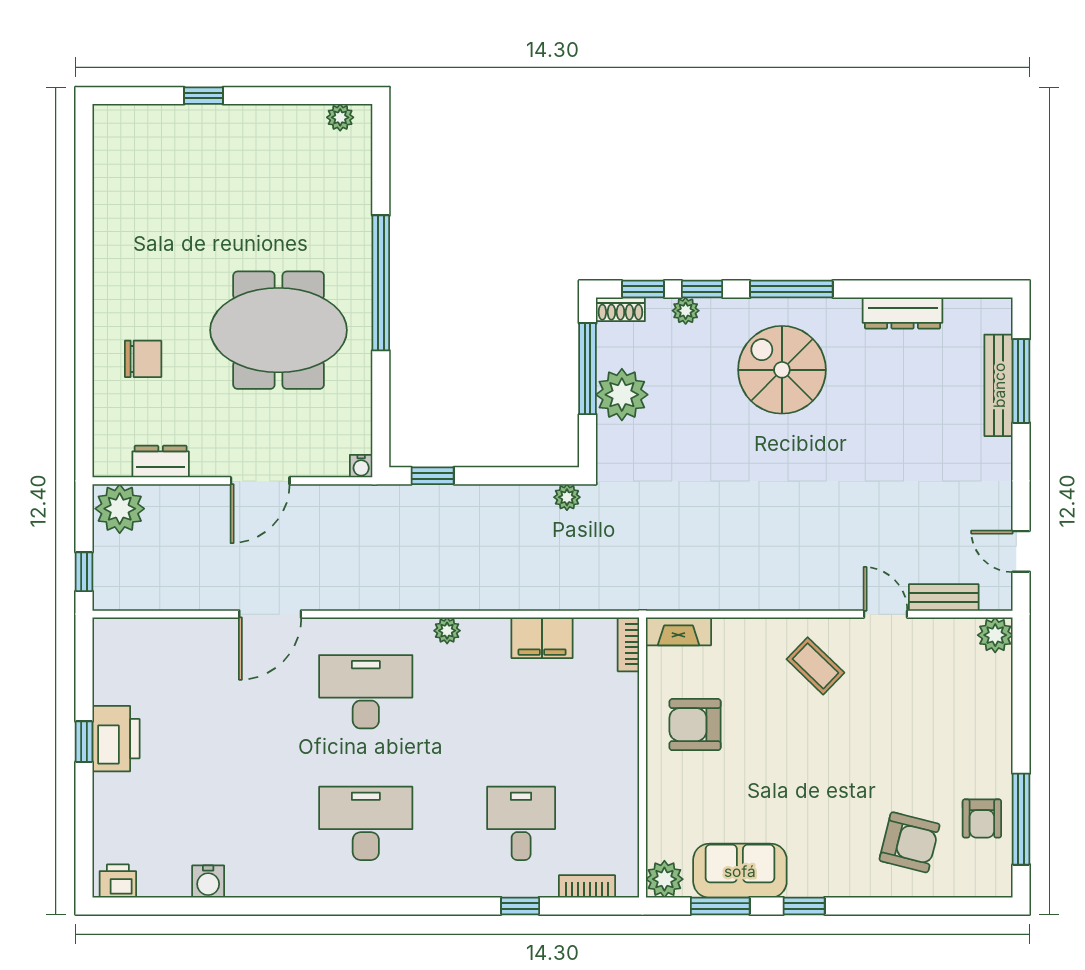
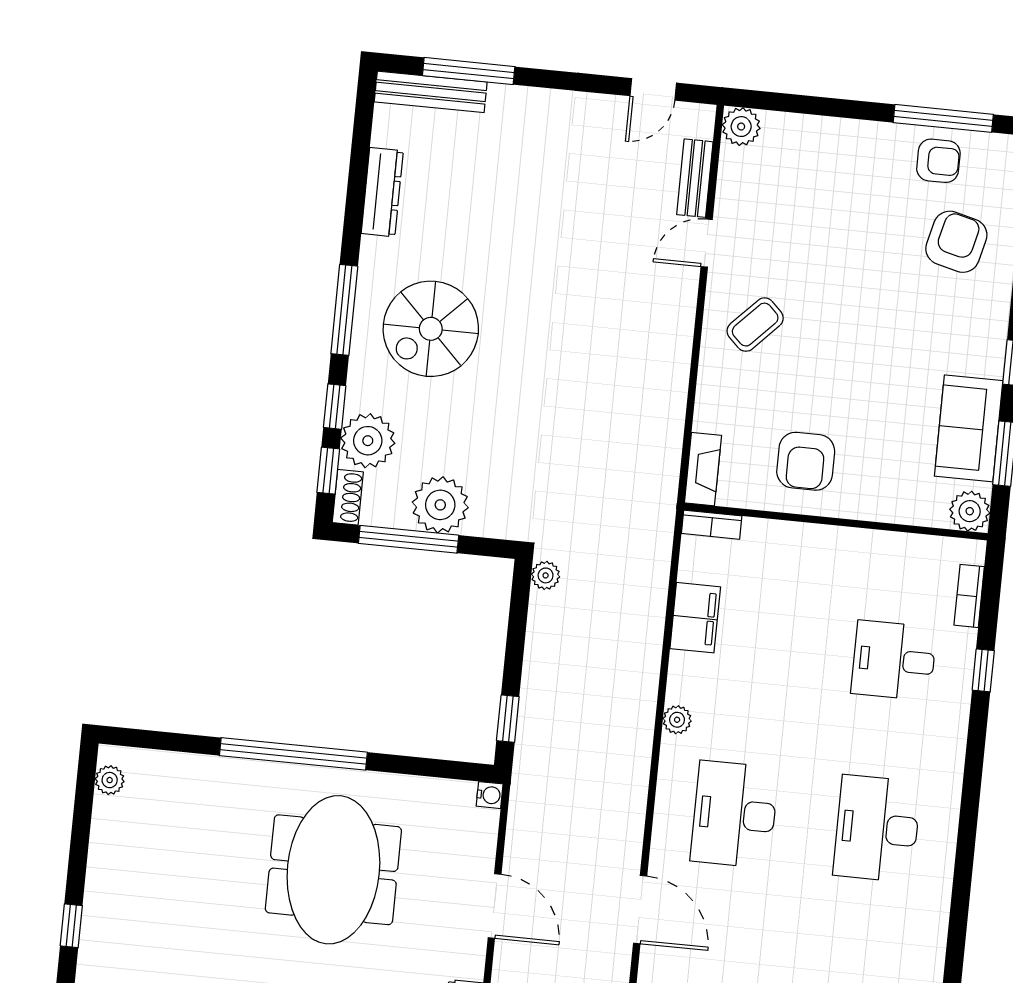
plant: (686, 311) -> (368, 441), width x1.87, depth x1.87
bench: (999, 385) -> (431, 92), moved

